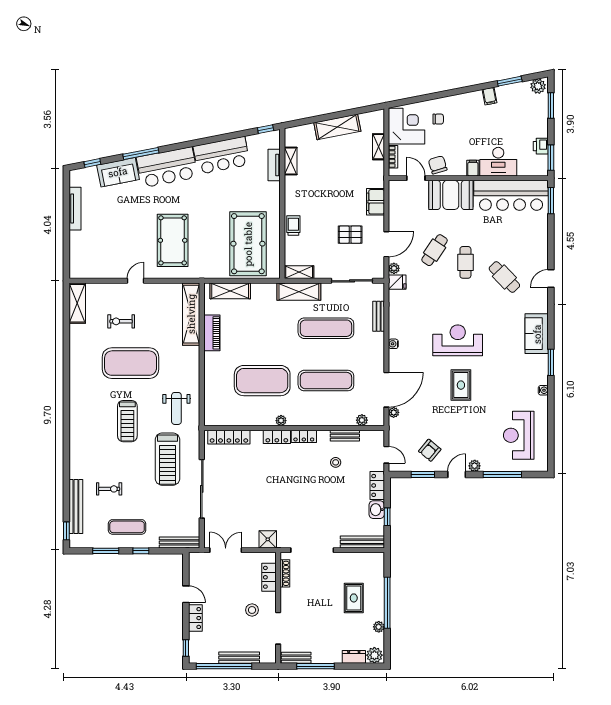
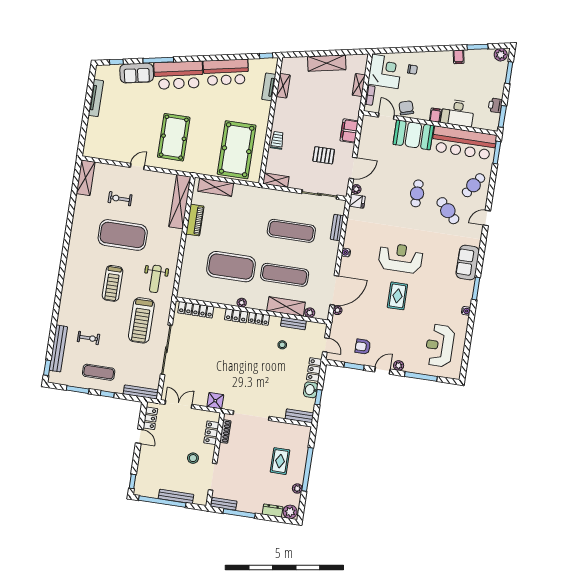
cafe table: (435, 250) -> (473, 185), moved
shelving: (299, 292) -> (286, 307), moved
armchair: (430, 450) -> (363, 347), turned 50
bench: (362, 542) -> (299, 416), width x0.73
locker: (195, 618) -> (150, 418), moved

